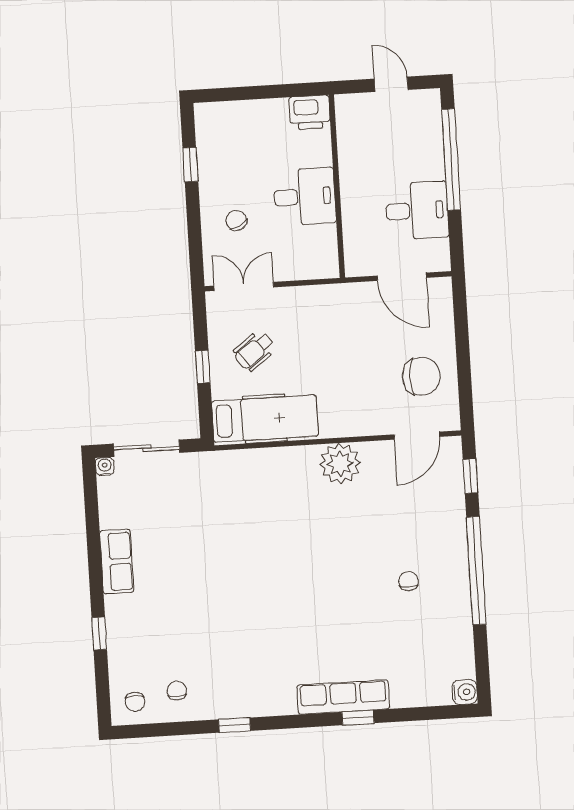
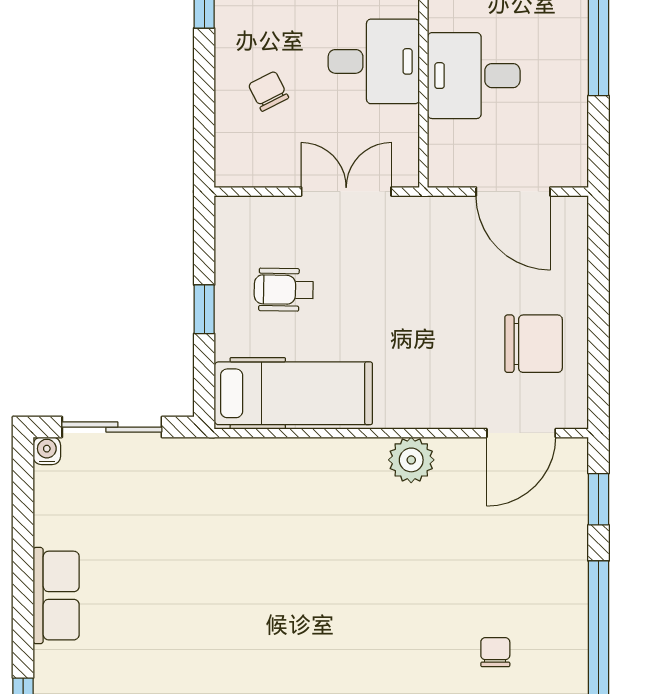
desk: (417, 211) -> (474, 76), moved, turned 180
double door: (244, 286) -> (346, 192), moved
wheelchair: (254, 351) -> (284, 290), turned 38
plant: (340, 464) -> (411, 460), width x0.73, depth x0.73

